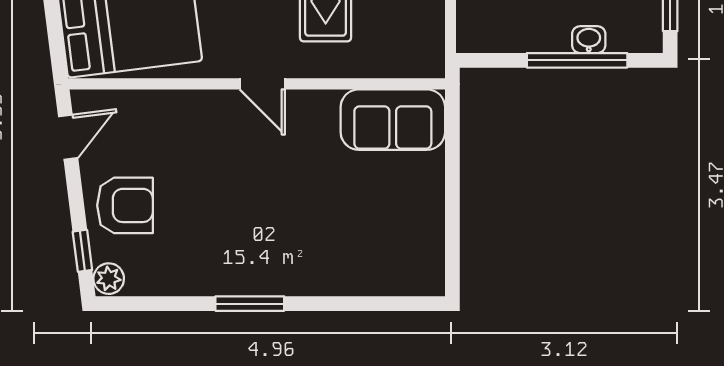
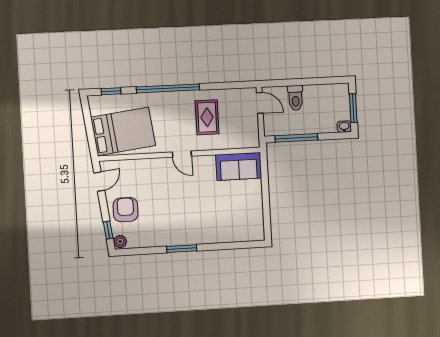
washbasin: (589, 40) -> (344, 127), moved
window: (577, 60) -> (296, 138), moved
armchair: (125, 205) -> (126, 210), turned -90

